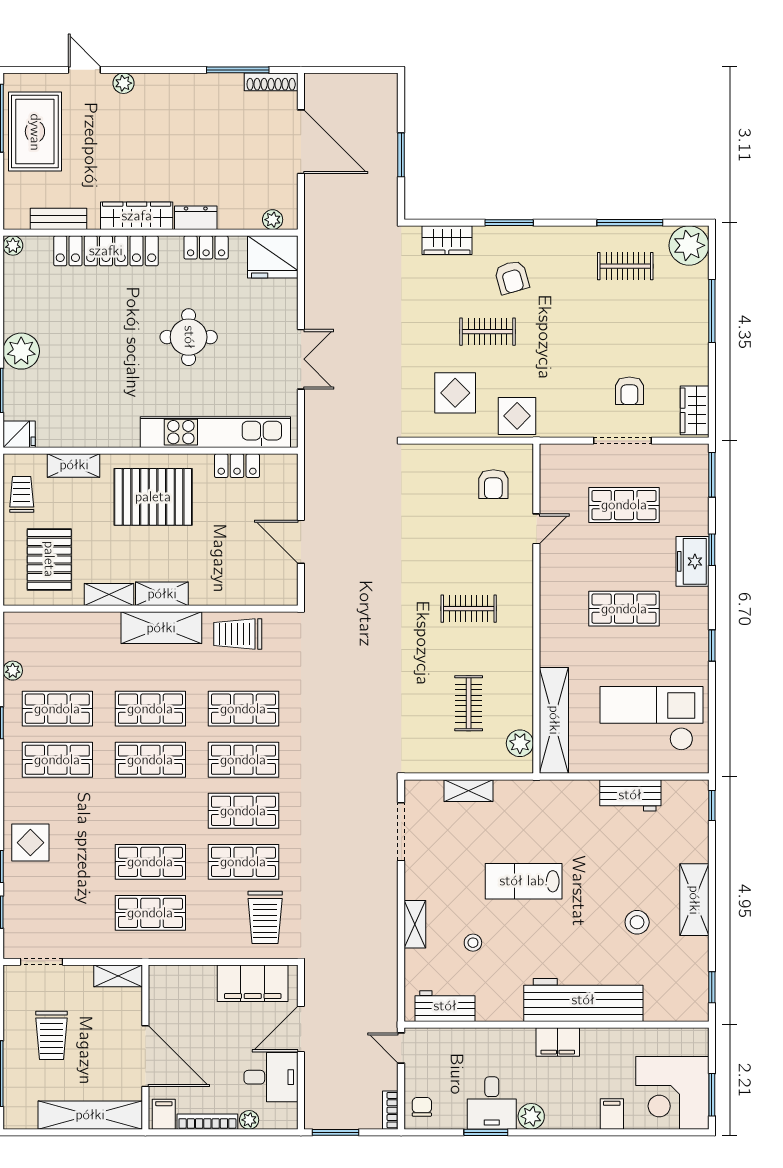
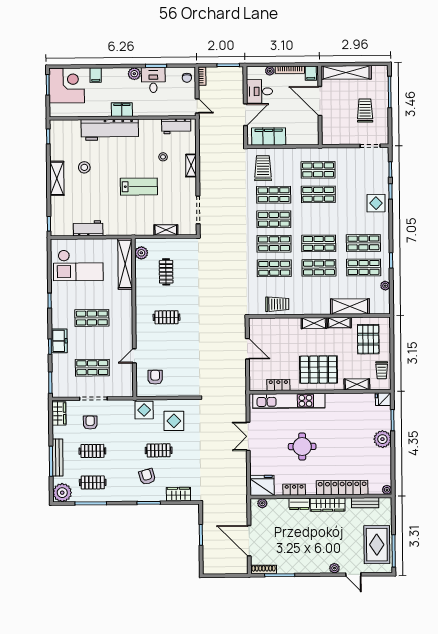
bench: (698, 319) -> (58, 458), added
clothes rail: (625, 332) -> (92, 451), added
shelving: (161, 628) -> (350, 307), moved
shelving: (118, 976) -> (333, 139), removed

